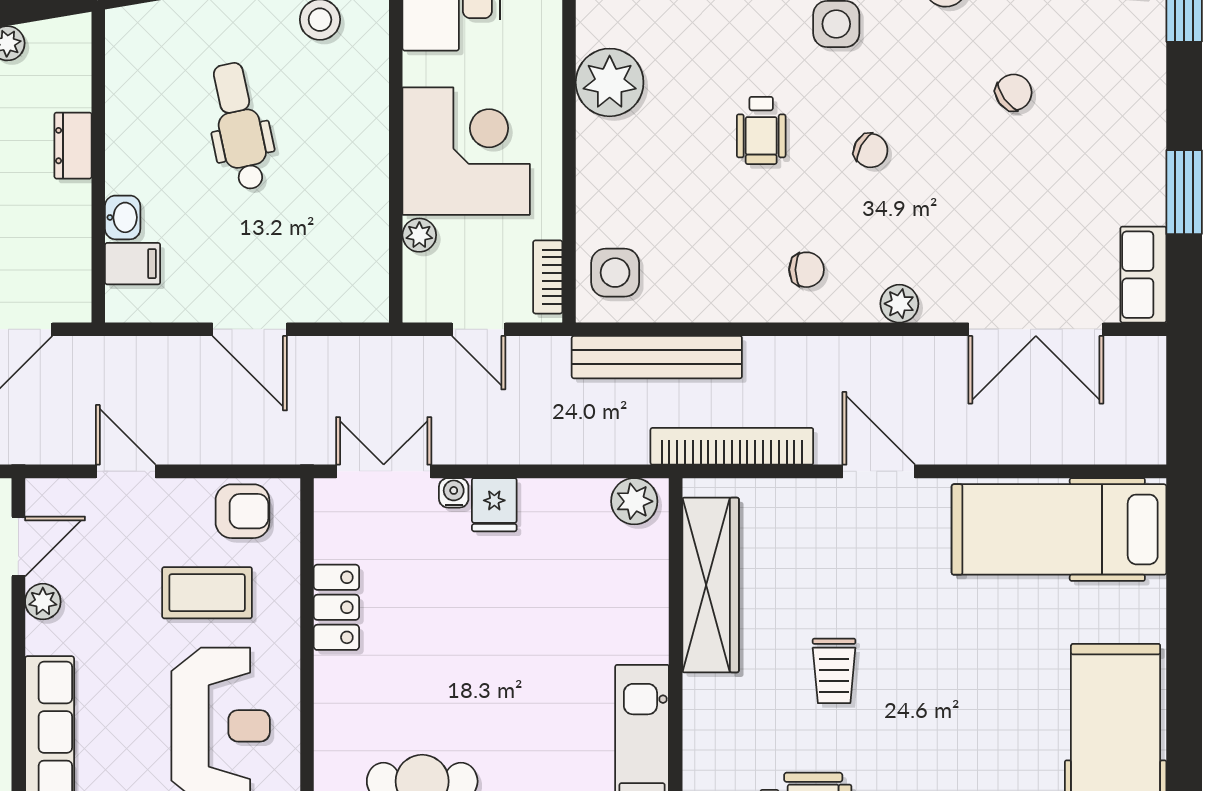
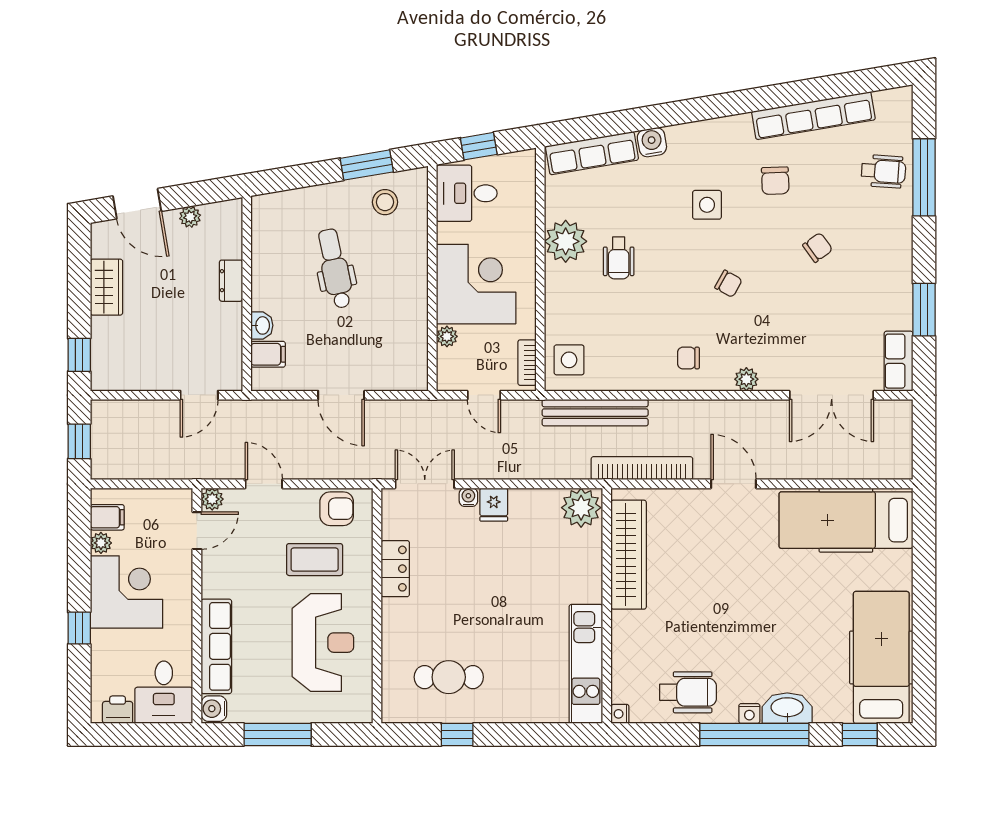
wheelchair: (761, 130) -> (619, 258), moved
chair: (806, 270) -> (688, 358), turned 180
plant: (634, 501) -> (581, 508), width x1.36, depth x1.36
plant: (43, 602) -> (212, 499), moved
trolley: (834, 671) -> (706, 608), removed

